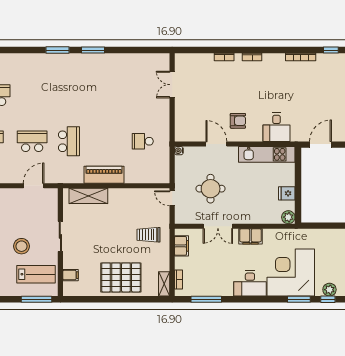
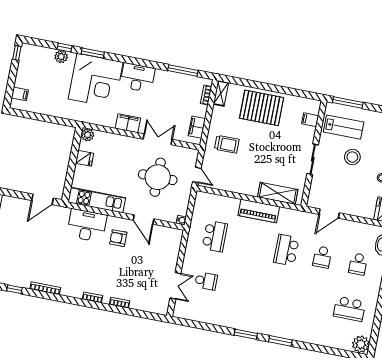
school desk: (143, 95) -> (206, 281), added
desk: (276, 127) -> (87, 225), width x1.37
school desk: (32, 141) -> (322, 257), width x0.54
school desk: (143, 141) -> (215, 236), width x1.85
round table: (211, 189) -> (158, 177), width x1.36, depth x1.36
lab bench: (36, 274) -> (344, 127), turned 180

